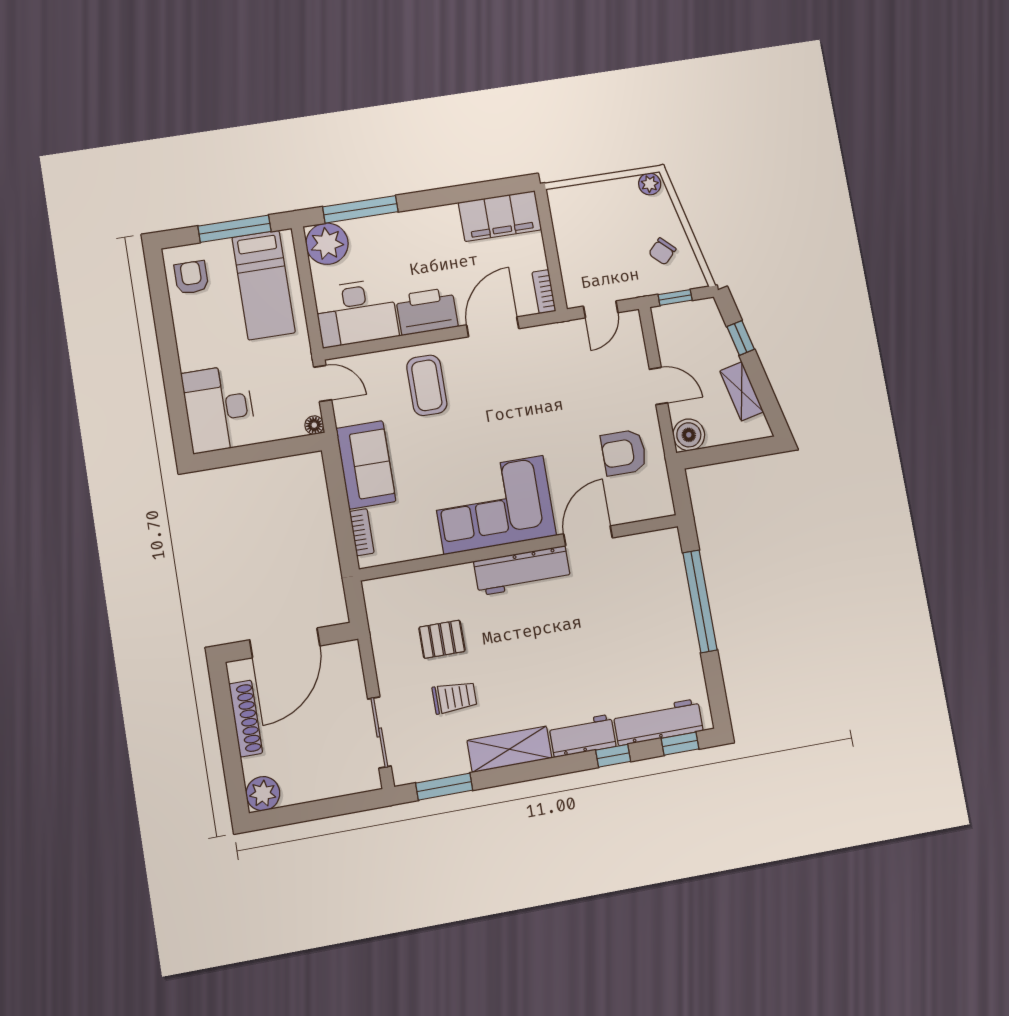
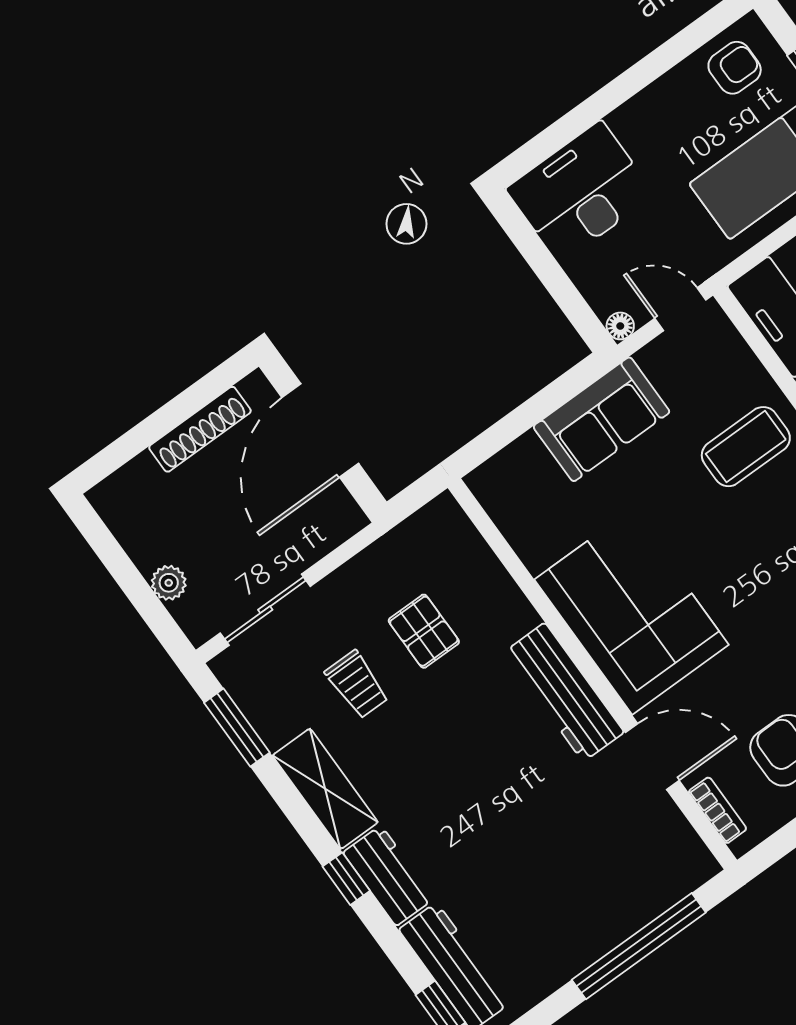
door: (323, 383) -> (680, 309), swing flipped
bookcase: (362, 532) -> (717, 810), moved, turned -90
door: (285, 643) -> (320, 431), hinge flipped
window: (613, 756) -> (346, 879), moved
plant: (263, 794) -> (169, 583), moved, width x0.73, depth x0.73

